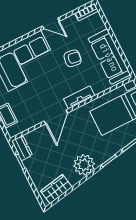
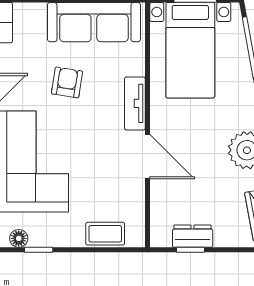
dresser: (22, 148) -> (193, 236), moved

